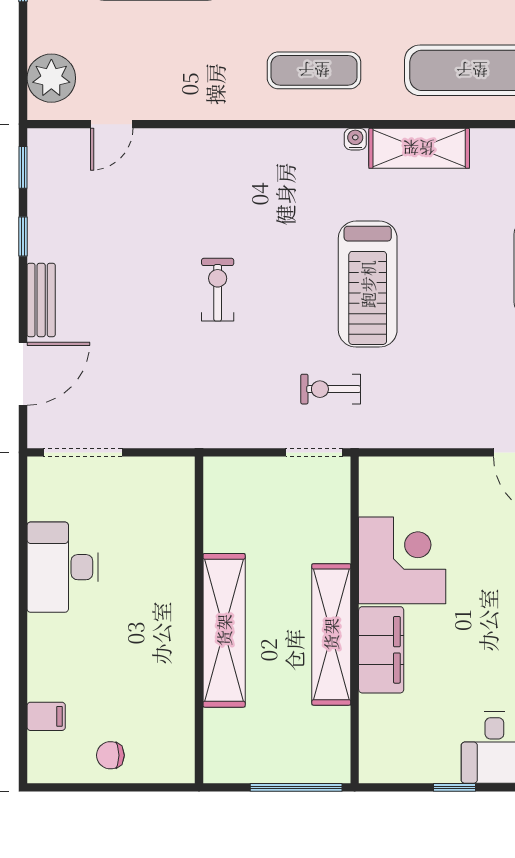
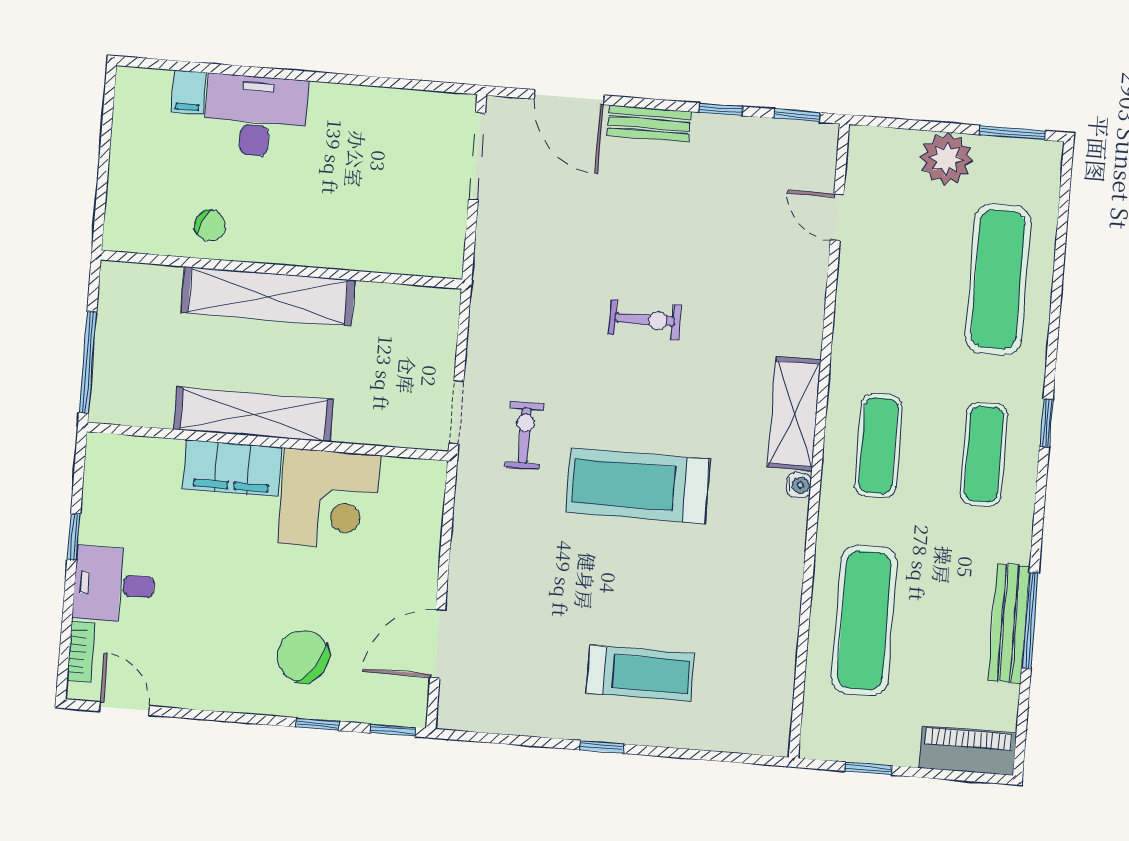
plant: (51, 78) -> (946, 159), moved
shelving: (419, 148) -> (794, 414), moved
desk: (63, 567) -> (256, 116), moved
chair: (110, 755) -> (210, 225), moved, turned 115

